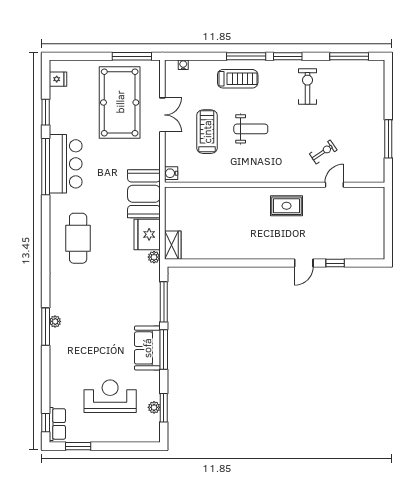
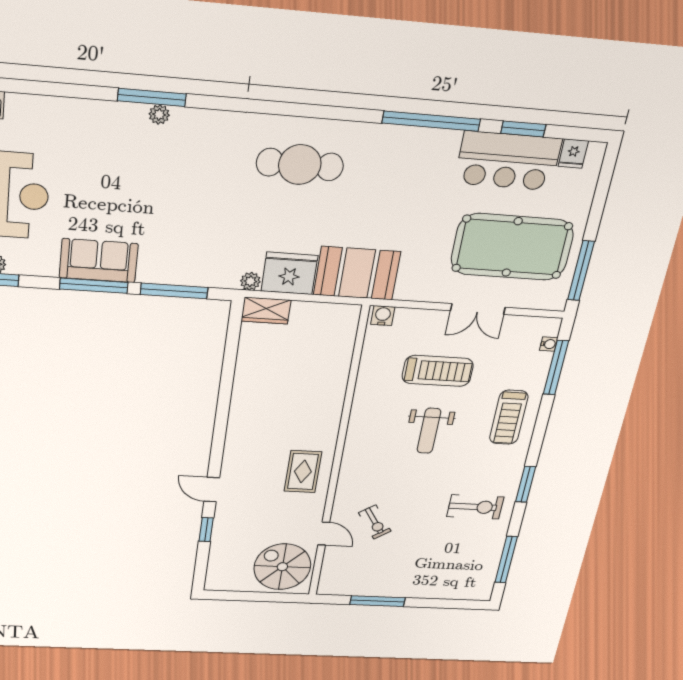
window: (246, 56) -> (556, 368), moved
bar counter: (66, 164) -> (508, 161), moved
spiral stairs: (363, 209) -> (282, 567), added

